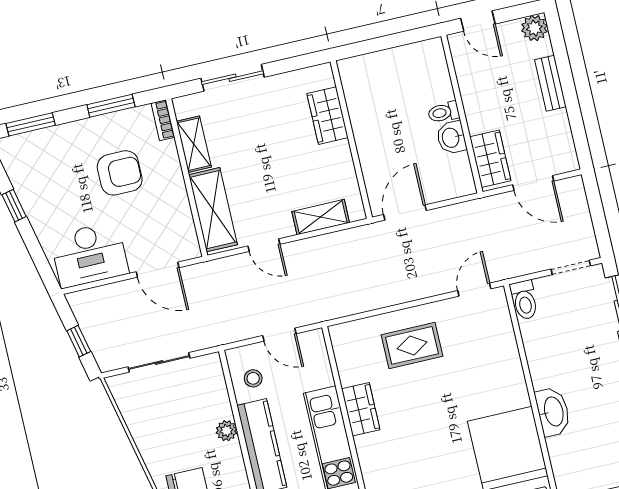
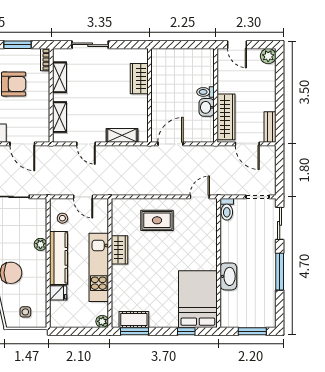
bench: (550, 83) -> (270, 127), moved
wardrobe: (490, 159) -> (226, 117), width x1.50
shelving: (213, 210) -> (59, 117), width x0.67, depth x0.75

